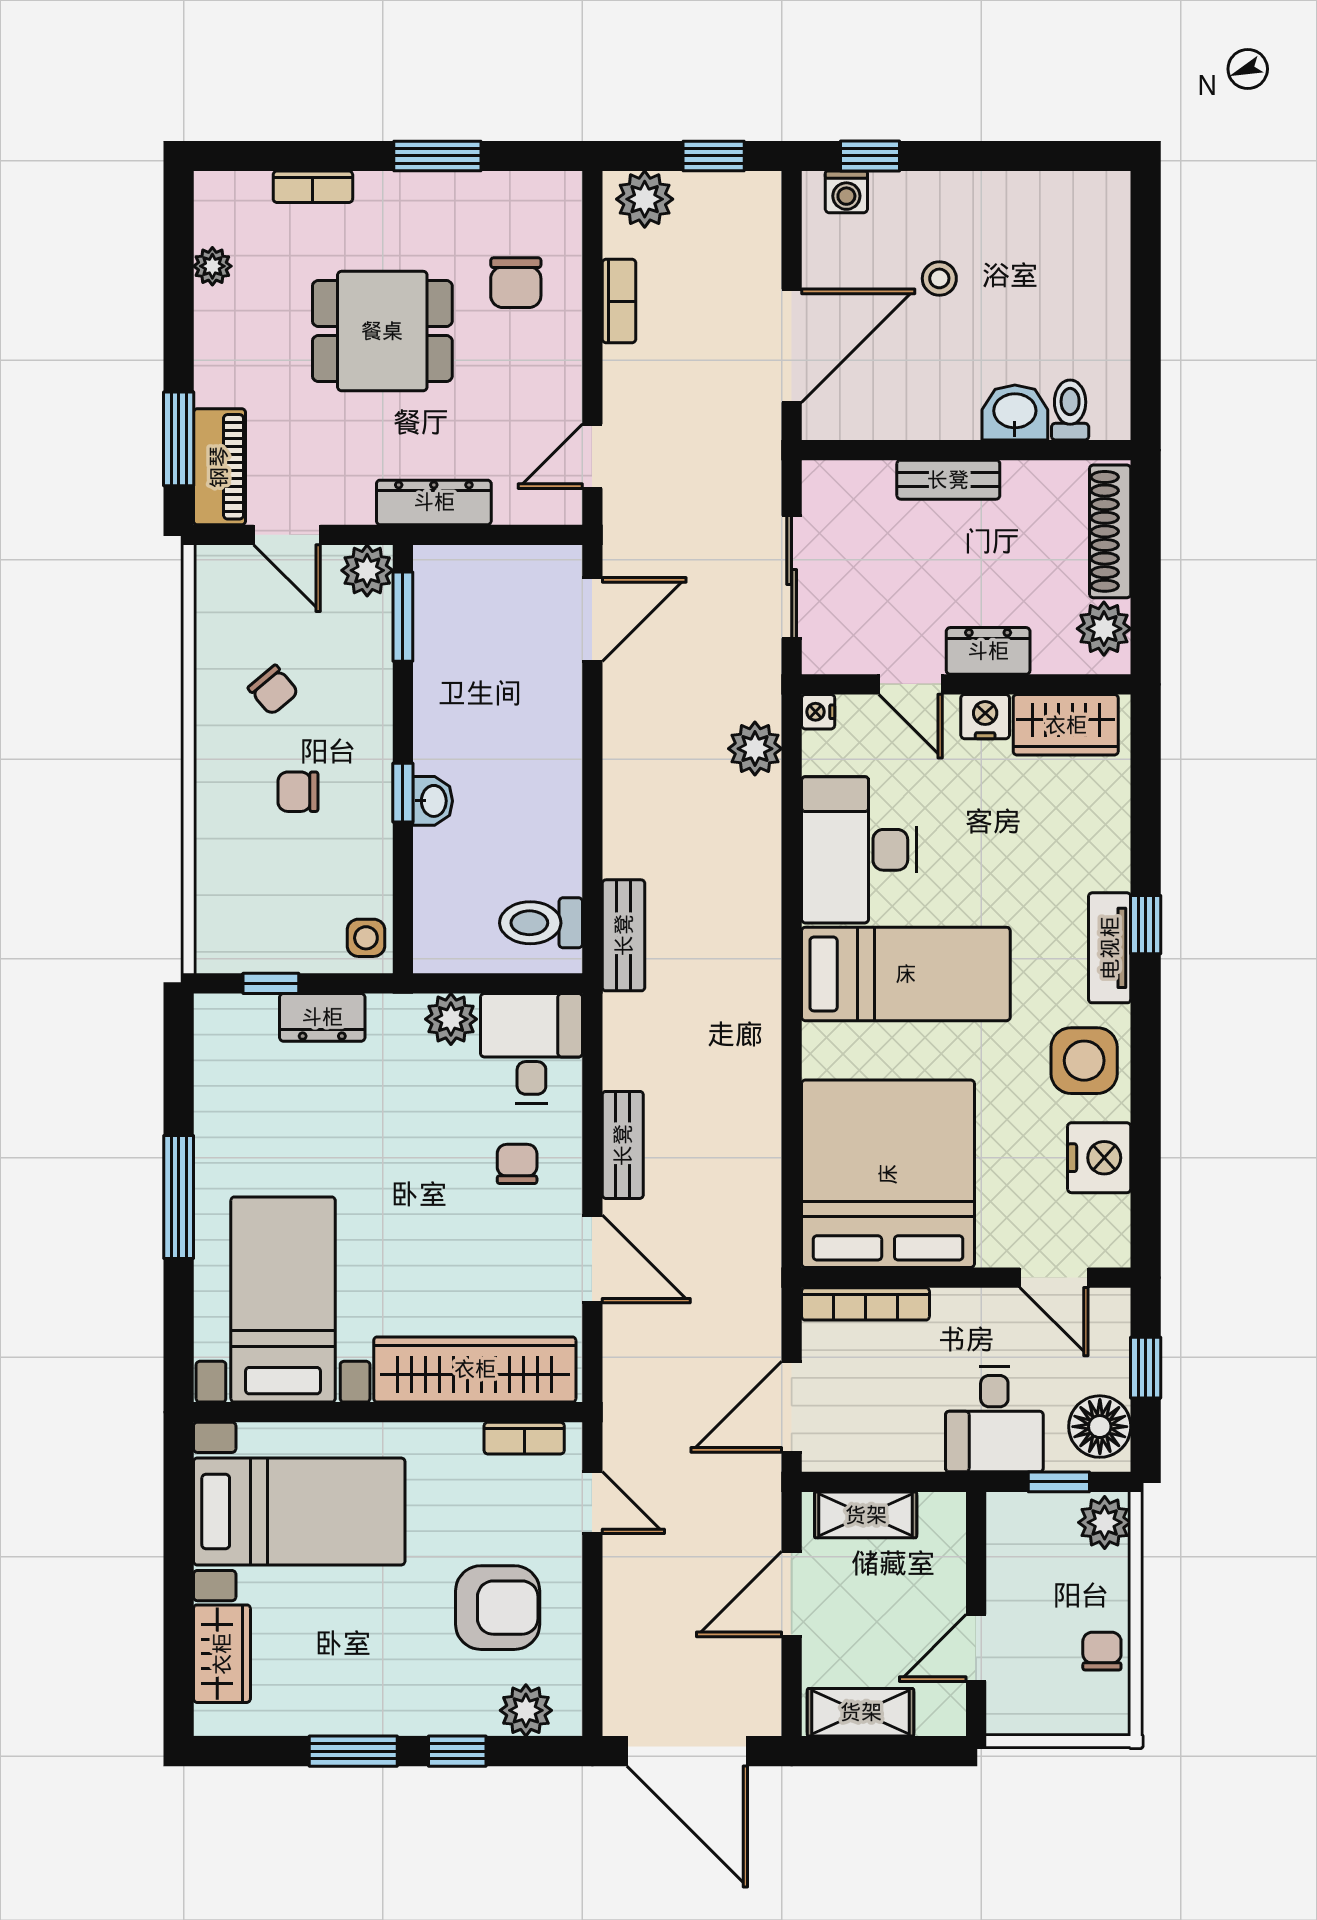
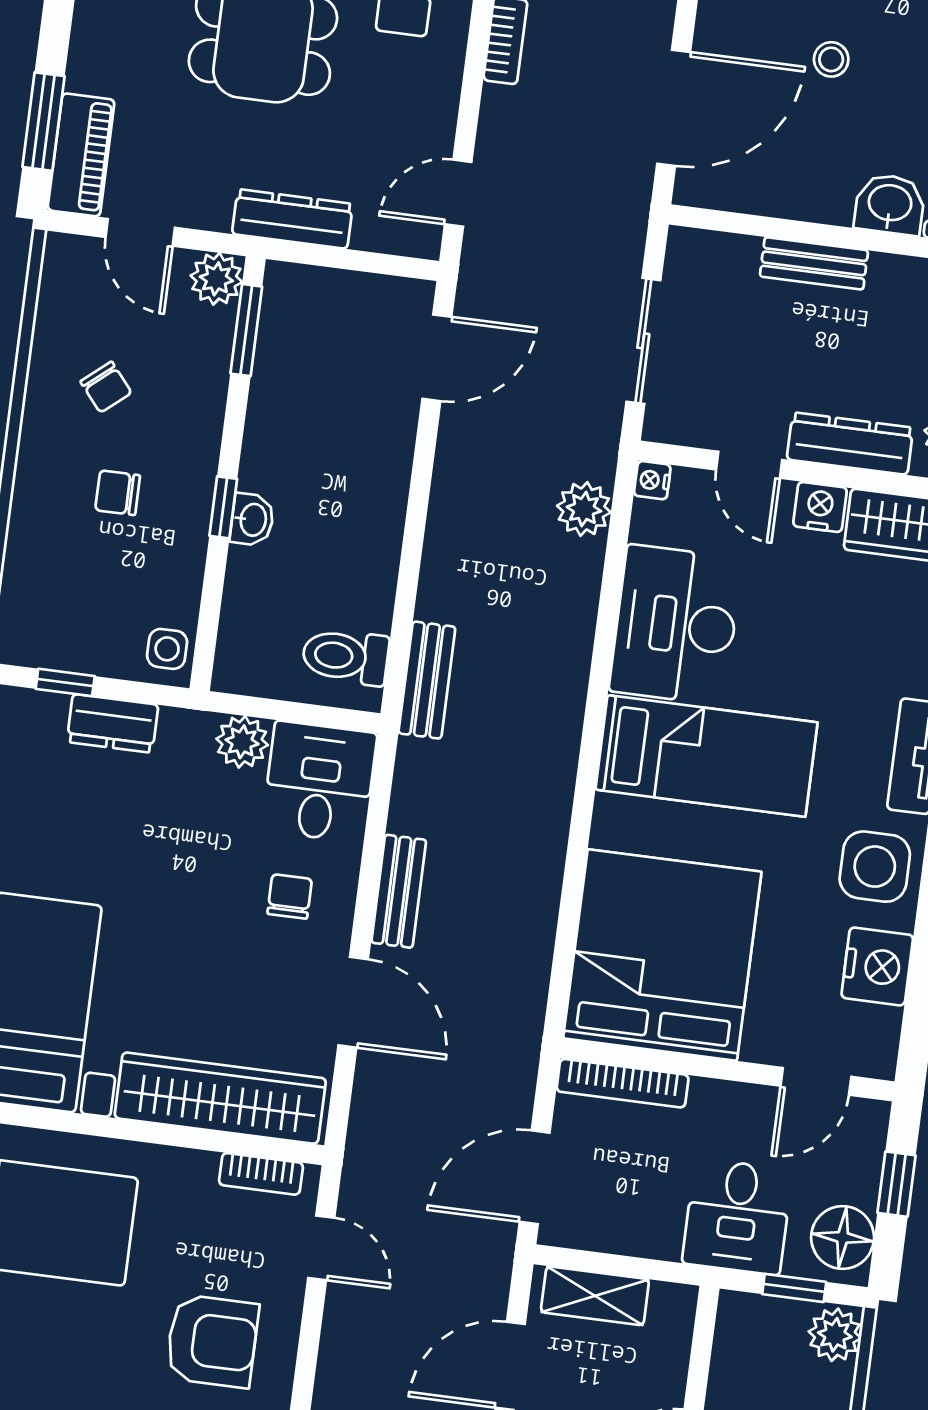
dresser: (988, 651) -> (850, 444), width x1.44
door: (1054, 1278) -> (816, 1081), hinge flipped

